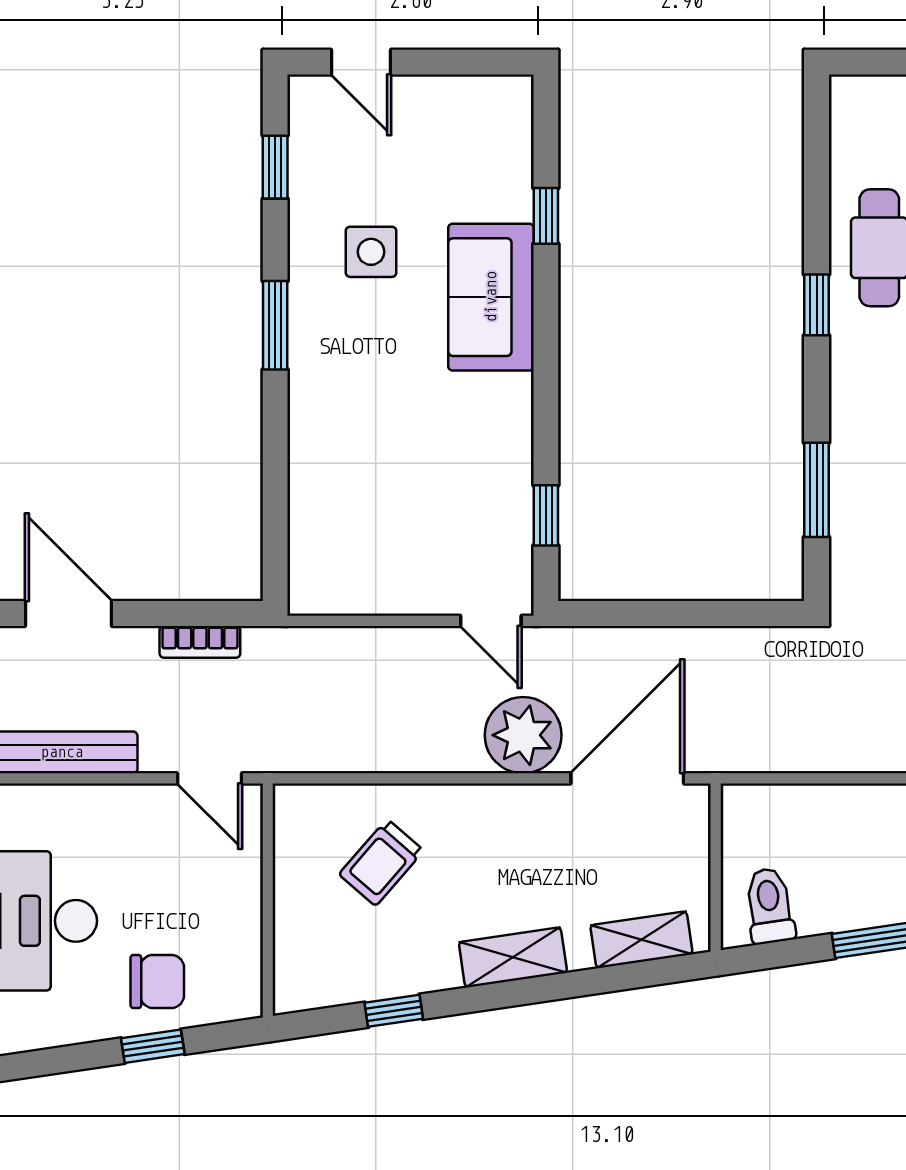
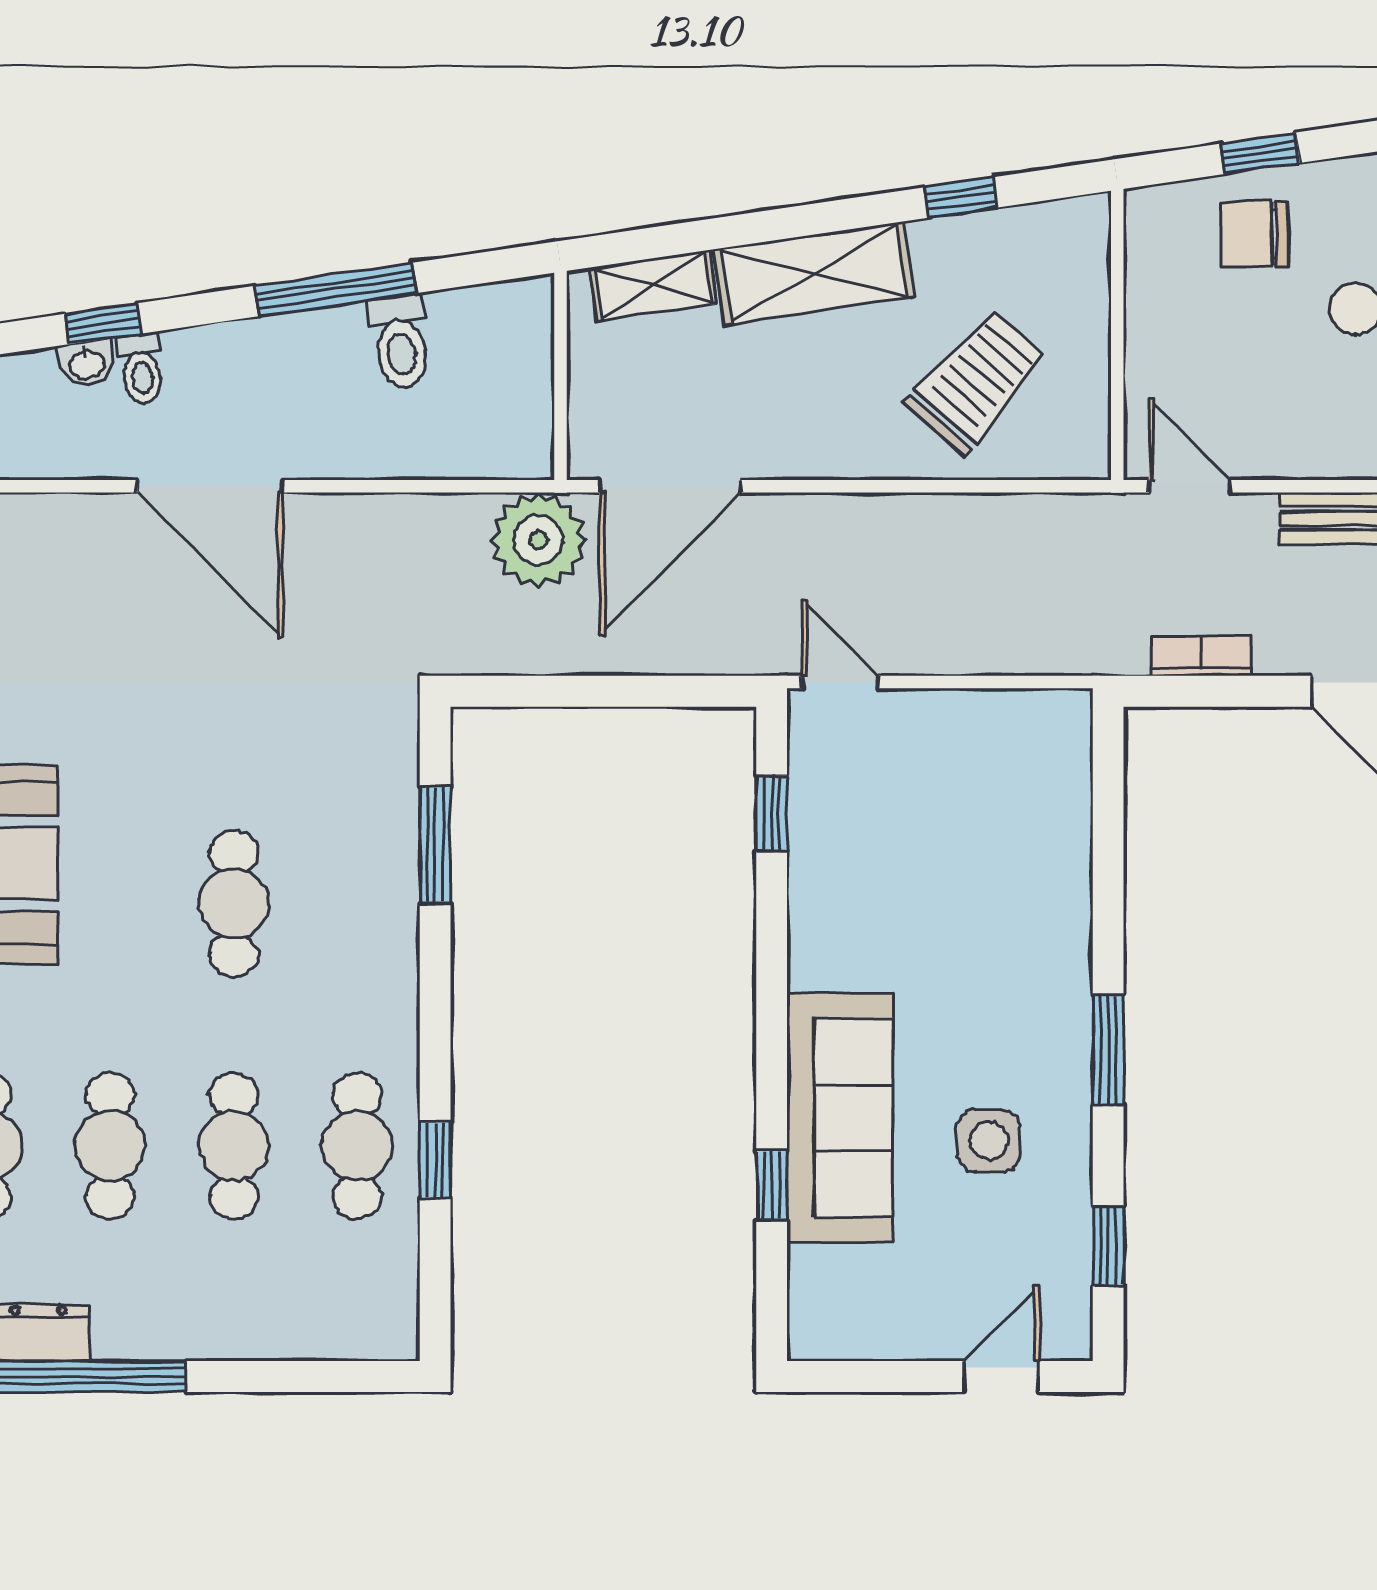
door: (361, 62) -> (1001, 1377), hinge flipped
sofa: (491, 297) -> (840, 1117), width x1.36
window: (817, 305) -> (435, 1160), moved
plant: (523, 735) -> (538, 540), moved
trolley: (381, 862) -> (976, 382), width x1.36, depth x1.39
toilet: (770, 906) -> (400, 342), moved
shelving: (513, 957) -> (814, 273), width x1.50, depth x1.33

